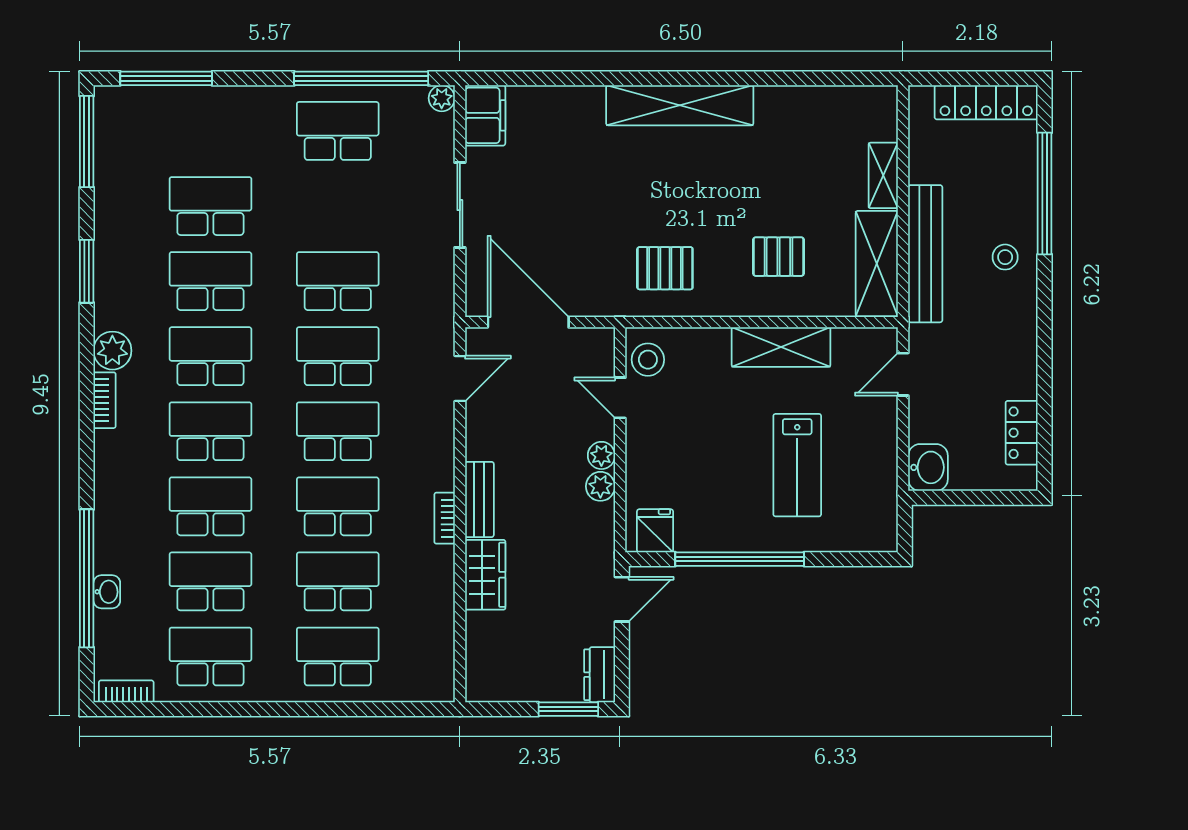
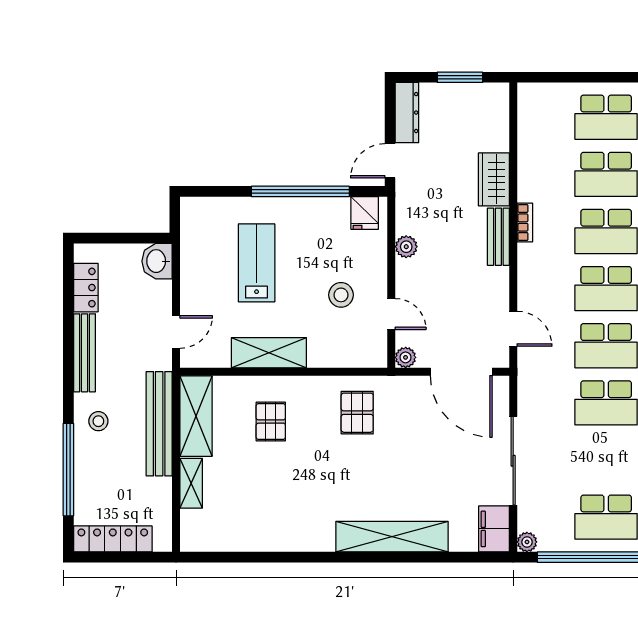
shelving: (680, 105) -> (392, 537), moved
sliding door: (460, 205) -> (513, 461), width x1.37
pallet: (778, 257) -> (271, 422), turned 90
pallet: (665, 268) -> (357, 413), turned 90
bench: (1023, 347) -> (84, 353), added
stool: (648, 360) -> (341, 295), moved
door: (460, 379) -> (513, 329), swing flipped
plant: (601, 455) -> (406, 357), moved
dresser: (600, 675) -> (407, 113), width x1.44
window: (568, 709) -> (460, 77), moved

